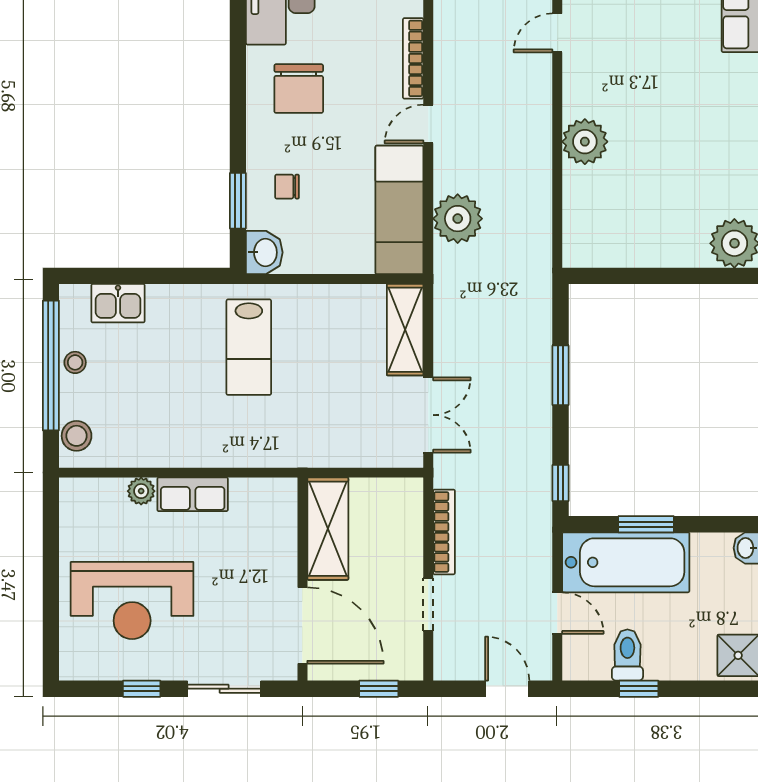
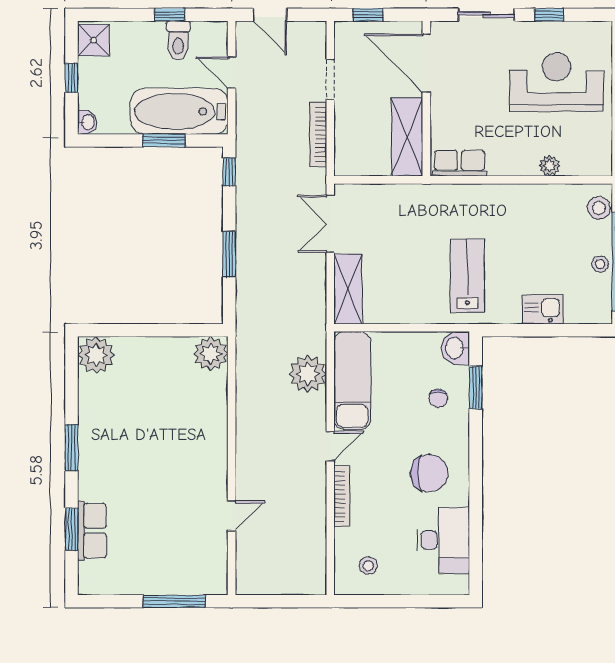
chair: (299, 89) -> (429, 473), turned 90
plant: (585, 142) -> (211, 354), moved
chair: (287, 187) -> (438, 398), turned 90
kitchen sink: (118, 303) -> (542, 309), moved
row of seats: (193, 494) -> (460, 163), moved

